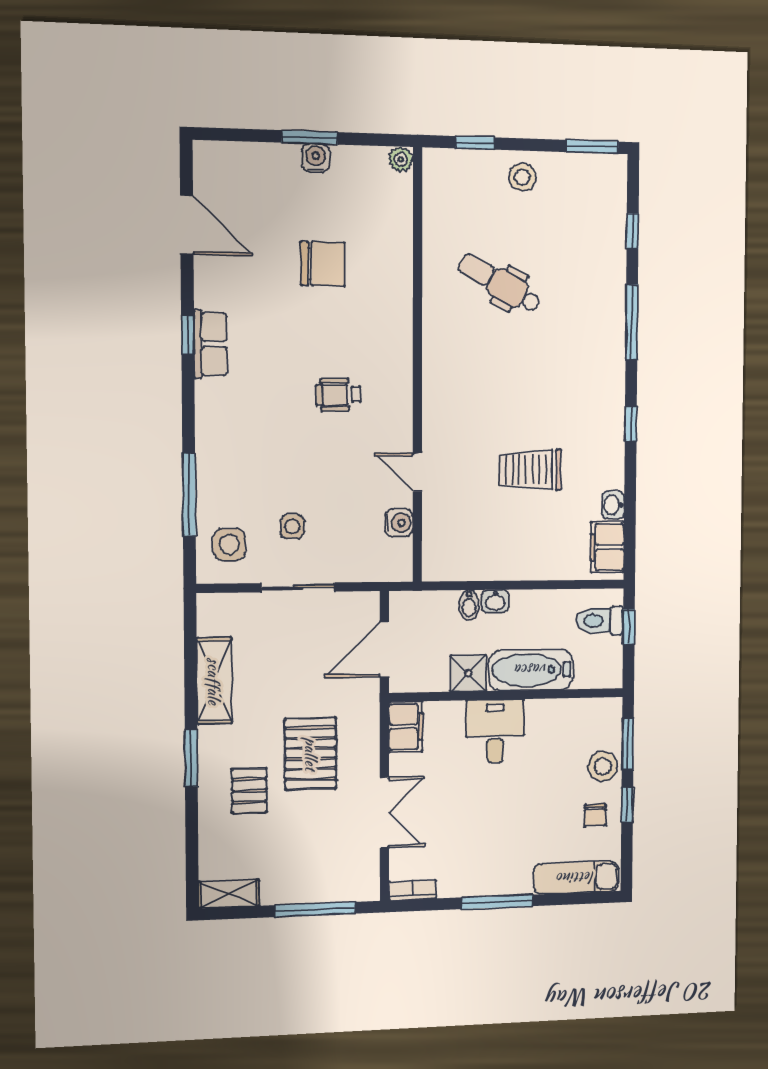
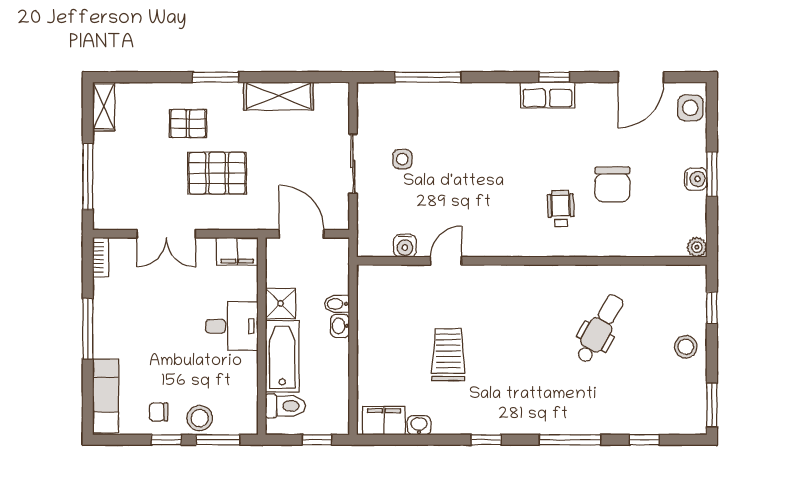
wheelchair: (338, 395) -> (561, 208), moved
side table: (229, 544) -> (690, 108), moved
toilet: (600, 621) -> (285, 406), moved, turned 90

